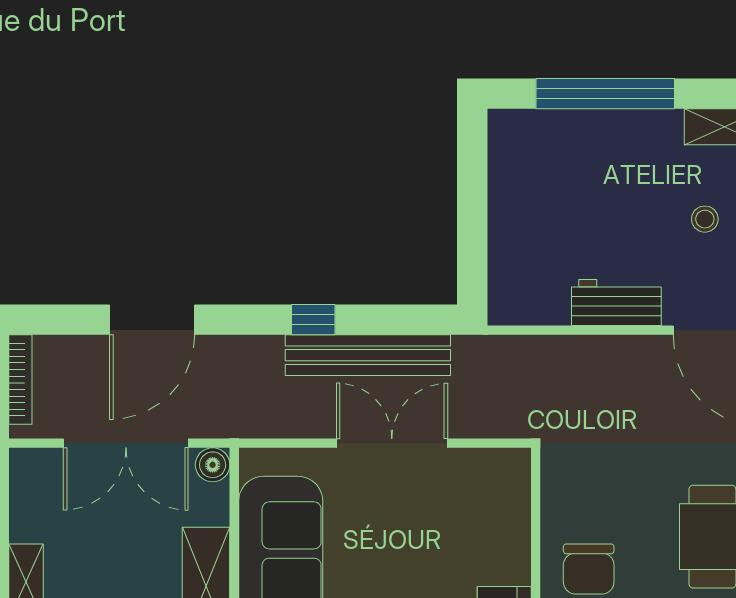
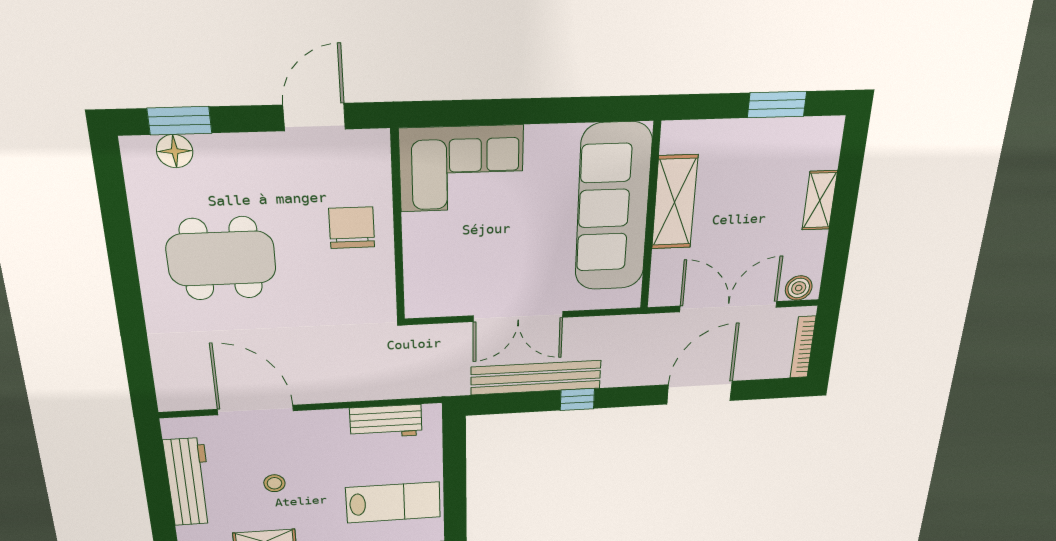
lab bench: (554, 177) -> (393, 502), added
workbench: (616, 303) -> (386, 422), moved
boiler: (213, 465) -> (799, 288), moved

